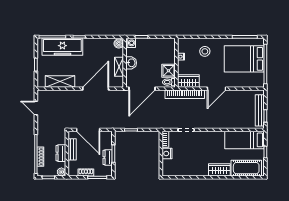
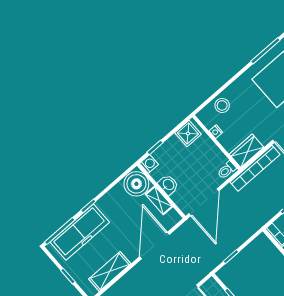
boiler: (119, 43) -> (136, 184), width x1.86, depth x1.86
stool: (205, 51) -> (222, 105), moved
shower: (168, 71) -> (188, 133), moved

